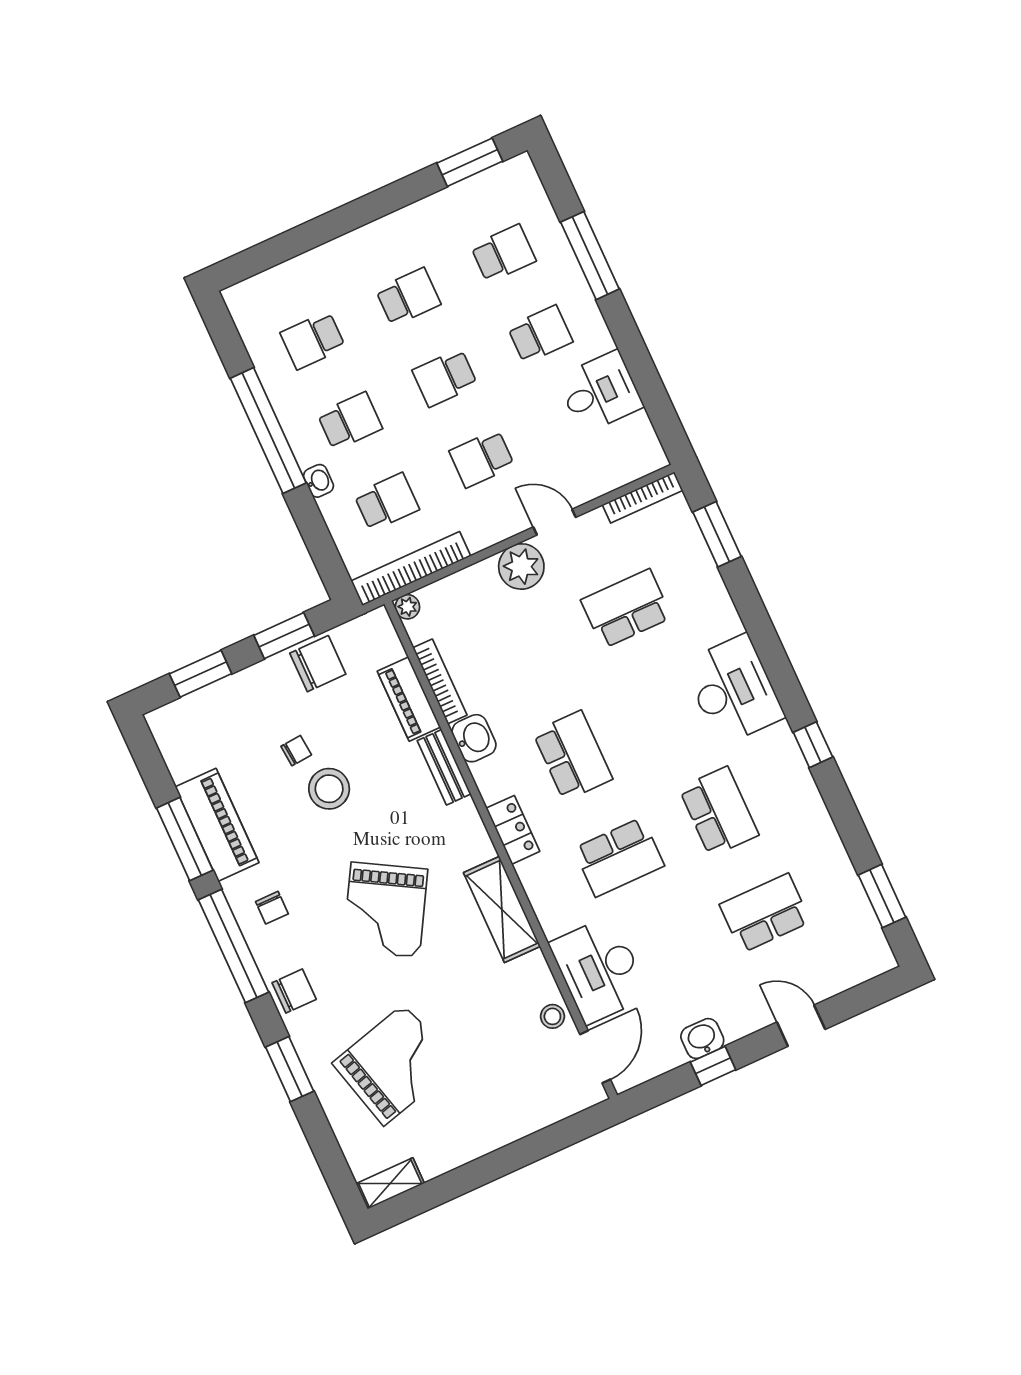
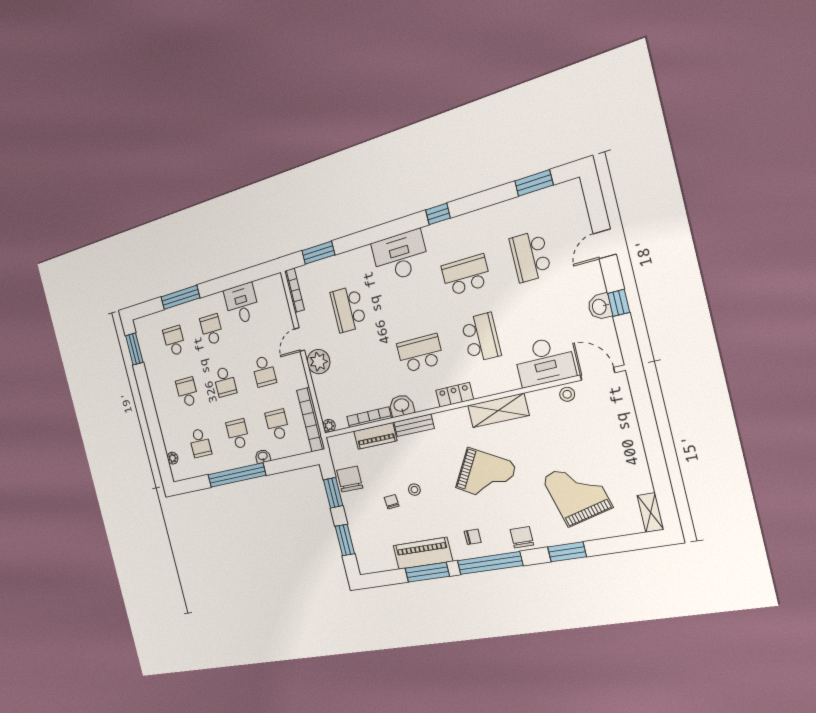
plant: (268, 282) -> (173, 458), added
stool: (329, 789) -> (414, 490), width x0.53, depth x0.53

